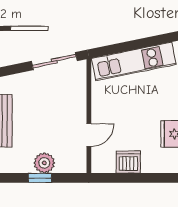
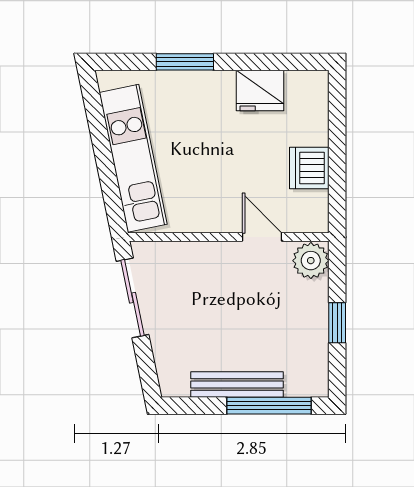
plant: (44, 163) -> (311, 261), moved

